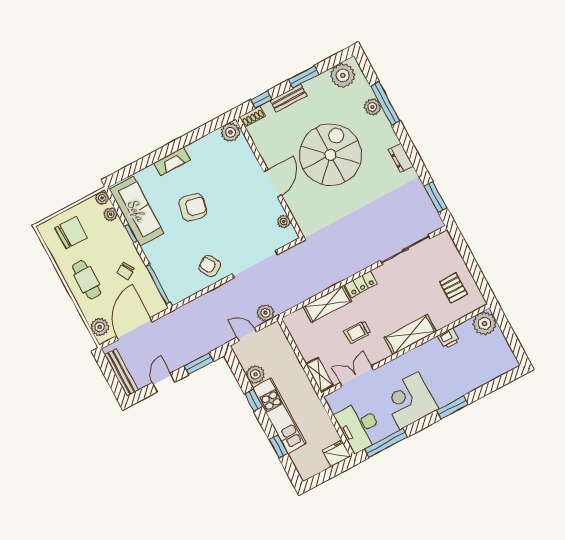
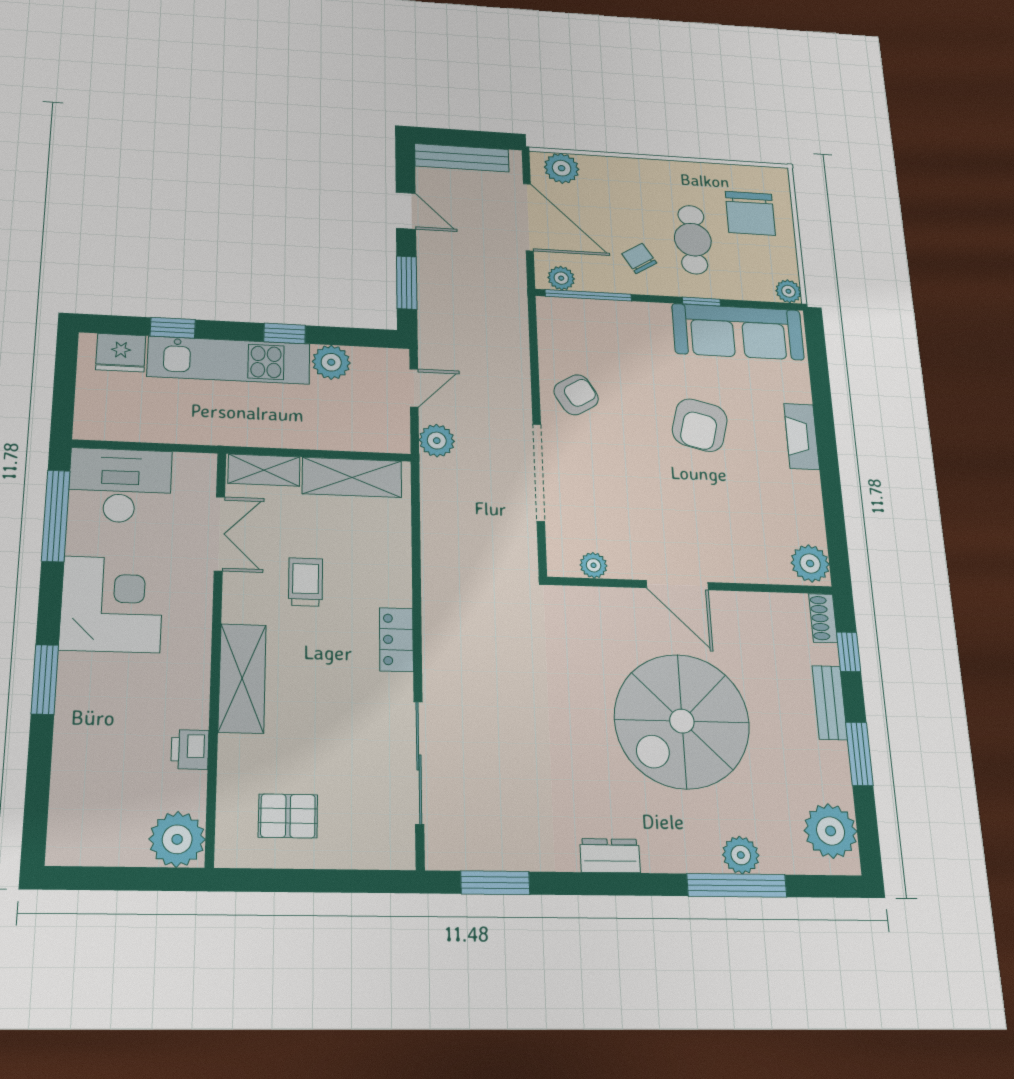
spiral stairs: (330, 155) -> (682, 721), turned 90
plant: (111, 214) -> (561, 278), moved
cafe table: (86, 280) -> (693, 240), moved, turned 90
shelving: (327, 304) -> (352, 477), moved, turned 90
fridge: (337, 453) -> (121, 353), moved, turned 90

